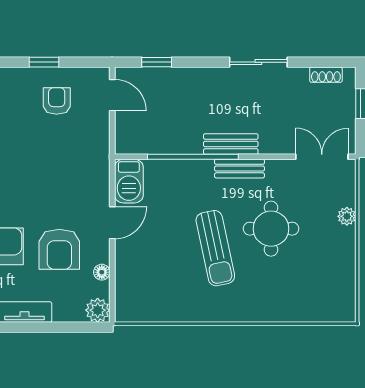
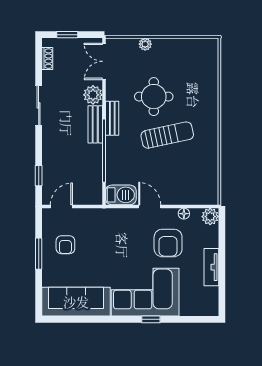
window: (44, 62) -> (39, 254), width x1.50
armchair: (57, 101) -> (65, 245), turned -90
plant: (274, 141) -> (93, 95), added
armchair: (59, 249) -> (168, 243), turned 90

